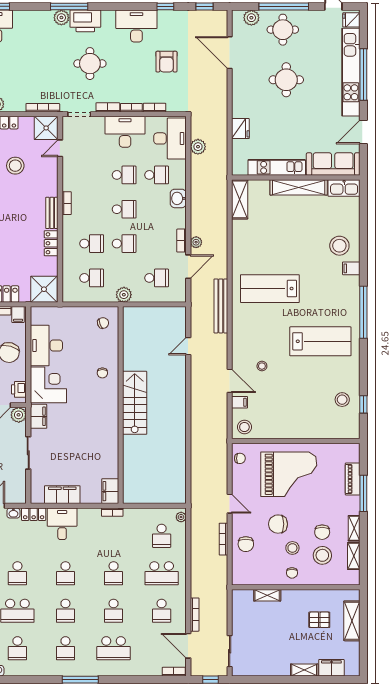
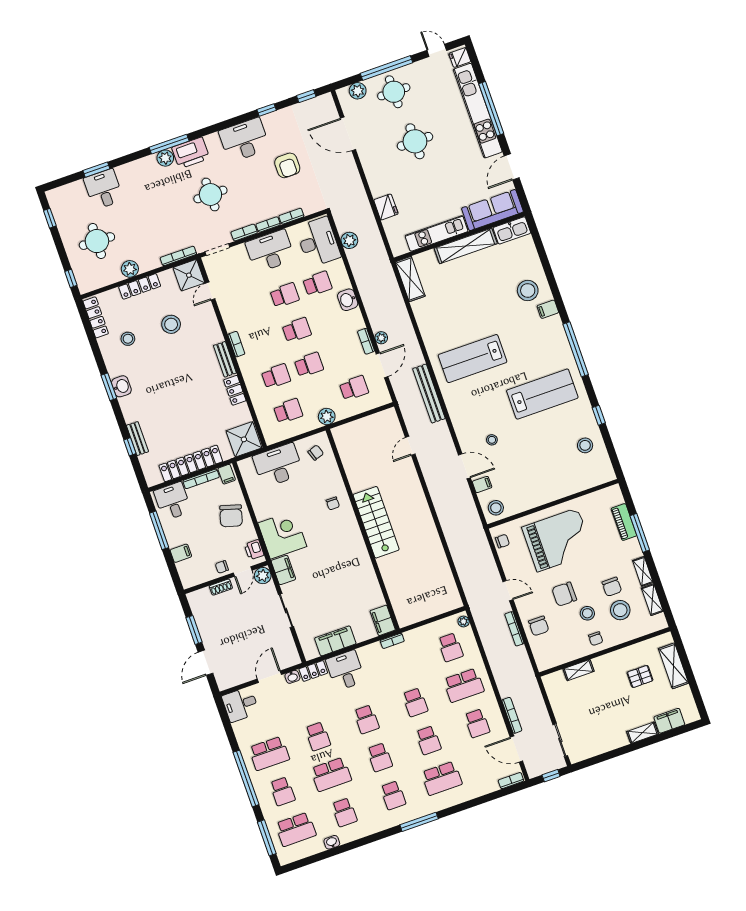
desk: (46, 345) -> (278, 465), moved, turned 90
window: (363, 404) -> (599, 415), moved

